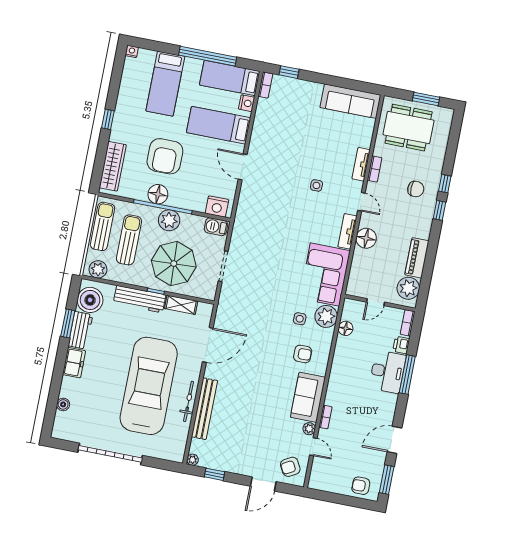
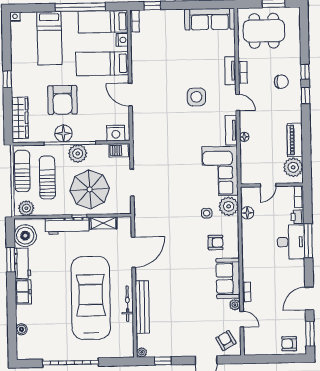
side table: (316, 185) -> (196, 97), width x1.87, depth x1.87
floor lamp: (366, 238) -> (244, 137), width x0.53, depth x0.53
armchair: (290, 467) -> (226, 341), turned 90

